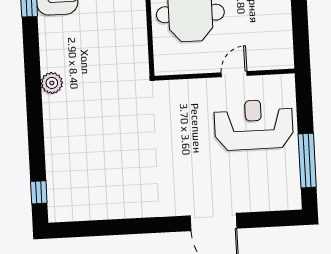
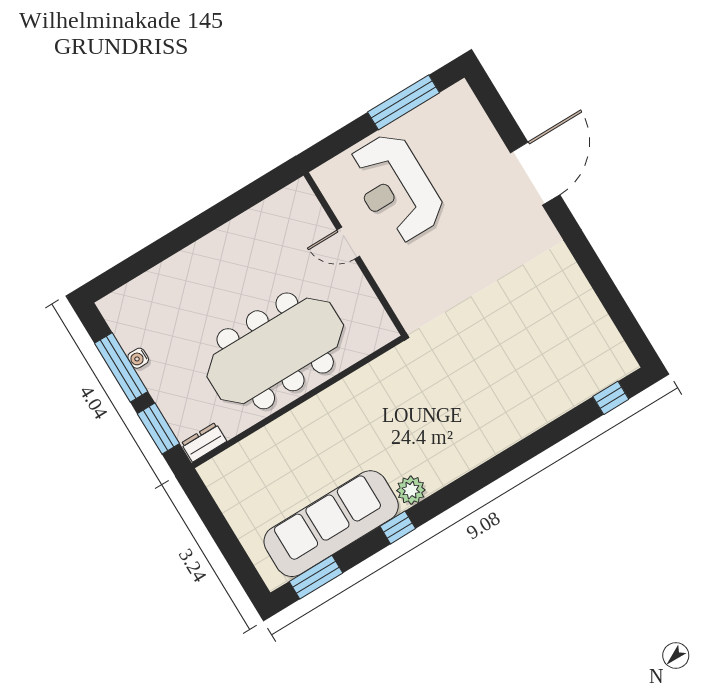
plant: (52, 83) -> (411, 490), moved

